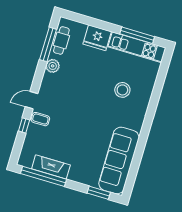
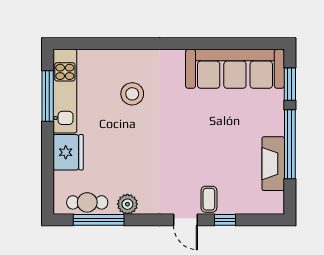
window: (43, 176) -> (290, 144), moved

